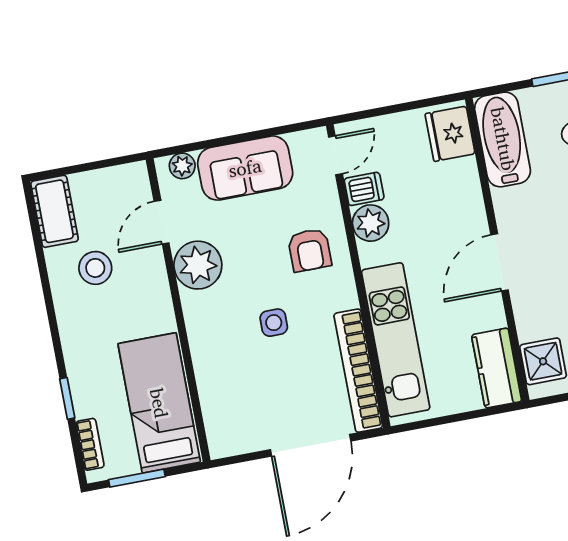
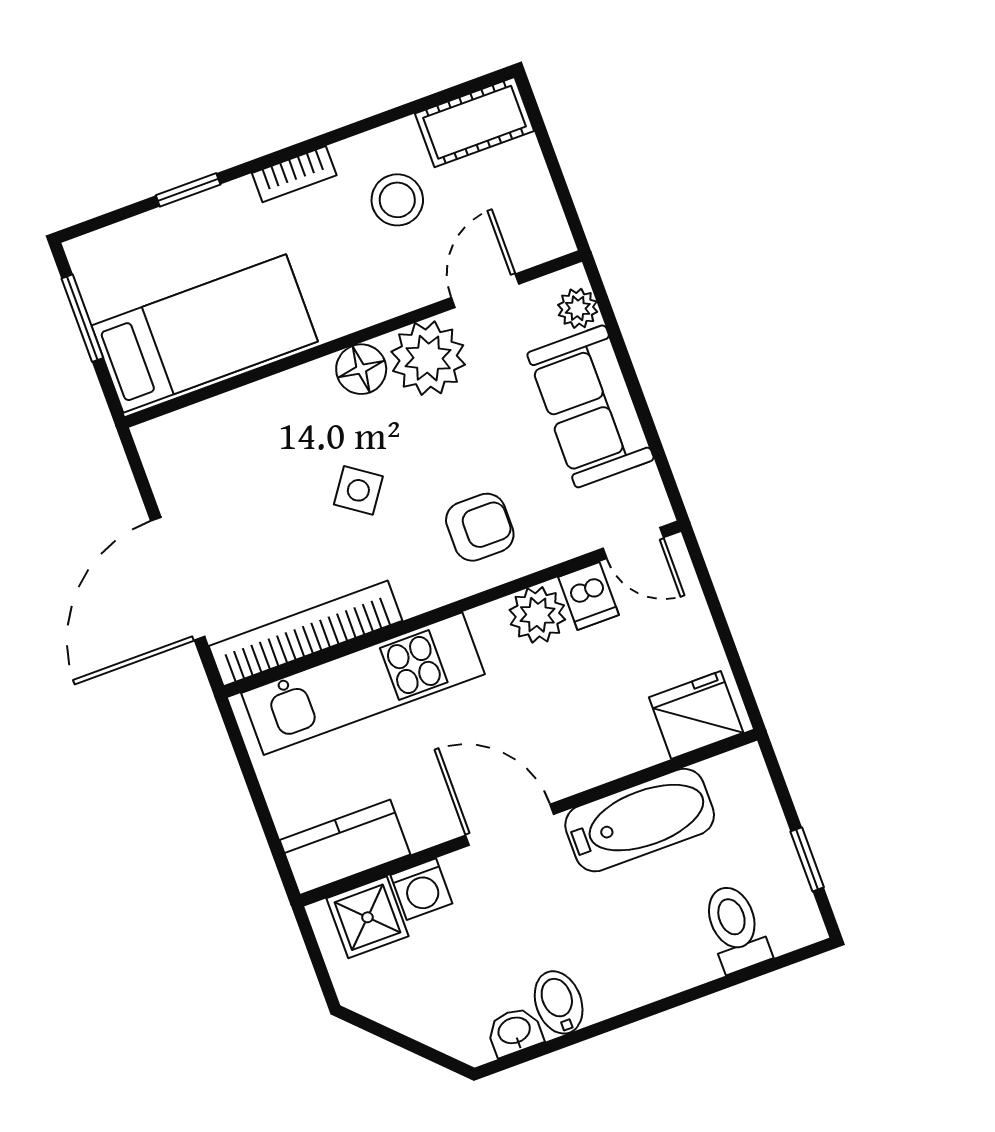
bathtub: (503, 139) -> (640, 820), moved
door: (162, 222) -> (485, 291), hinge flipped
armchair: (310, 250) -> (480, 527), turned 180
floor lamp: (198, 308) -> (361, 369), added
side table: (274, 323) -> (358, 490), turned 35
washing machine: (531, 324) -> (421, 889), added
bookcase: (90, 444) -> (294, 174), moved
door: (311, 445) -> (178, 579), hinge flipped

